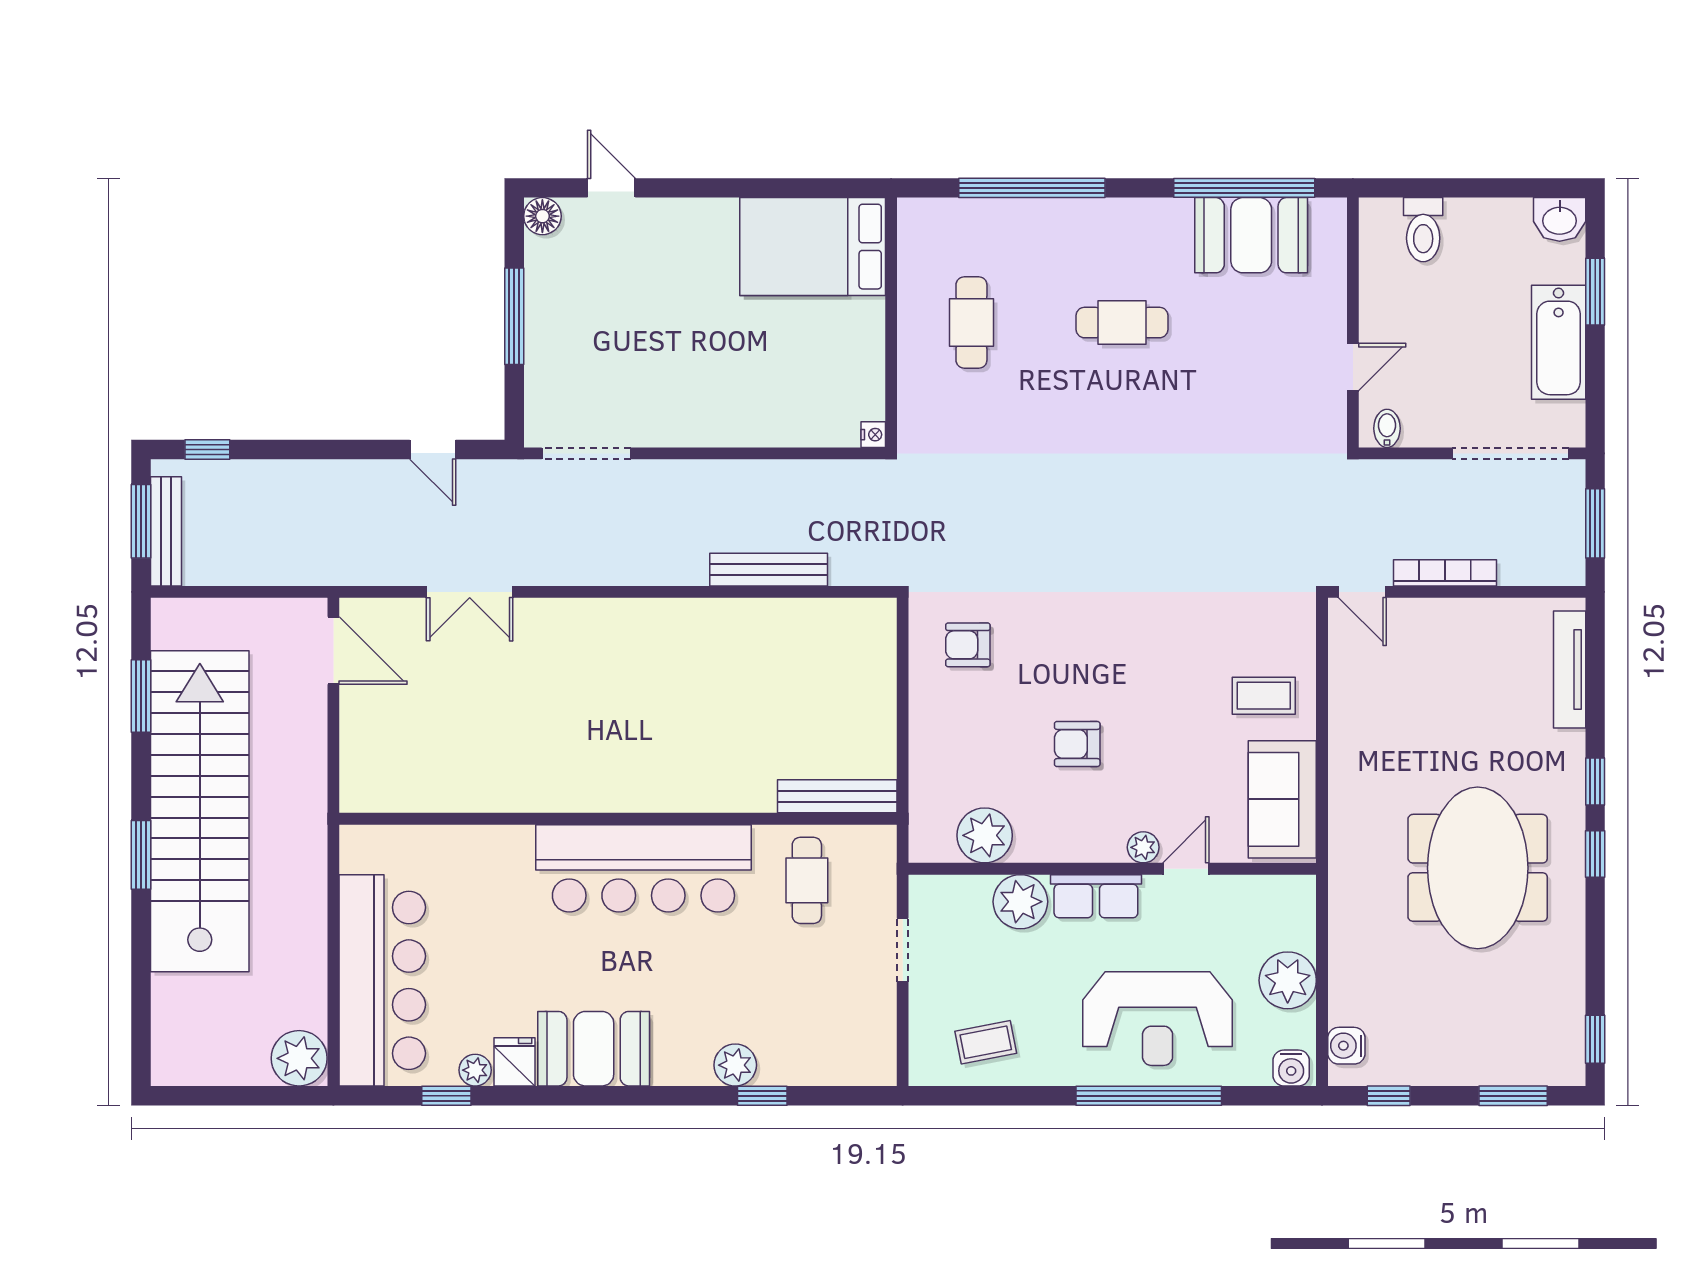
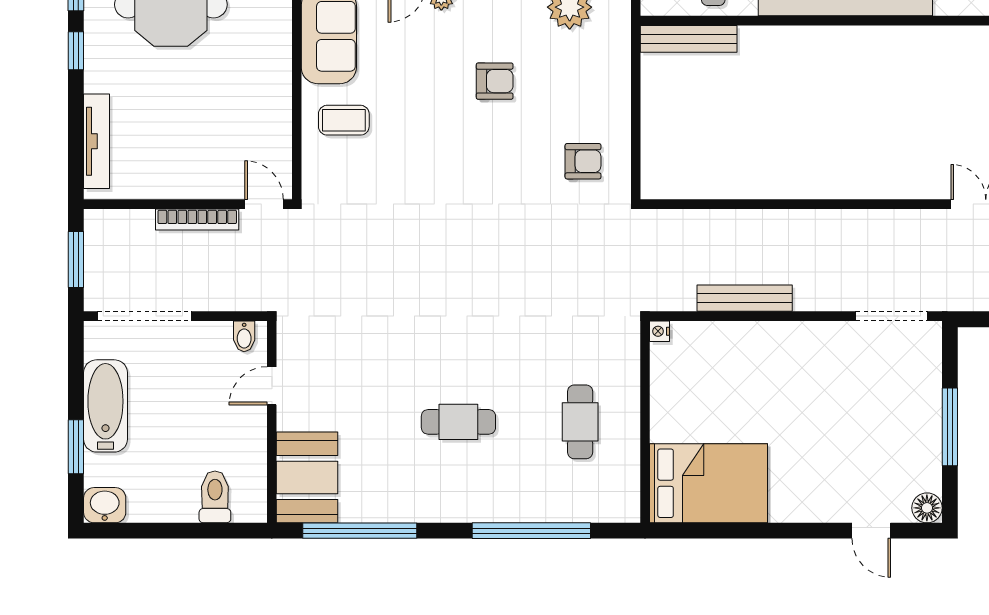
booth: (1251, 235) -> (307, 477), moved, turned 90
bench: (769, 570) -> (745, 298), moved

